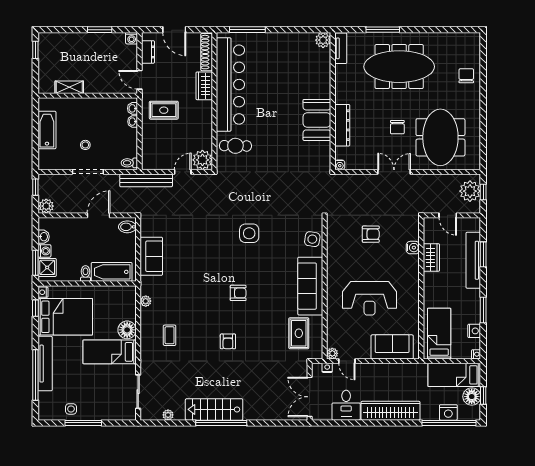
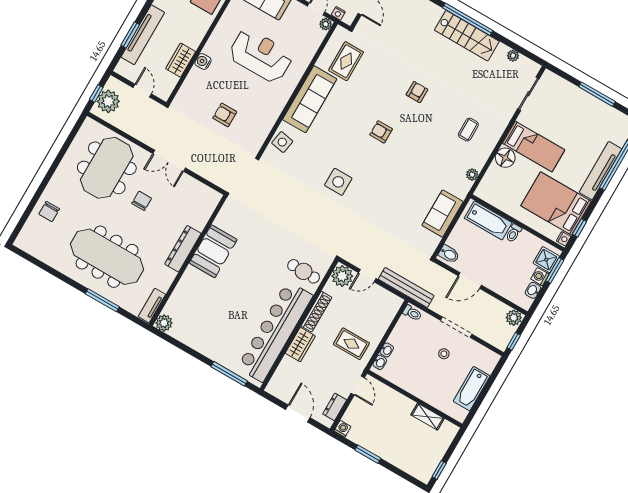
shoe rack: (207, 52) -> (316, 312), moved
dresser: (342, 125) -> (183, 249), moved
water cooler: (340, 165) -> (216, 197), removed
water cooler: (413, 248) -> (203, 62), moved
side table: (71, 409) -> (601, 114), removed

